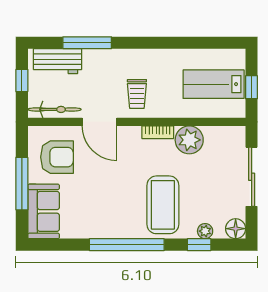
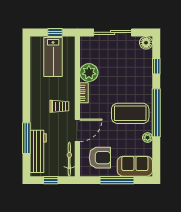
workbench: (58, 61) -> (38, 151), width x1.37
armchair: (57, 157) -> (100, 158), turned 90
coffee table: (163, 205) -> (130, 113), moved
plant: (205, 231) -> (148, 138), moved

